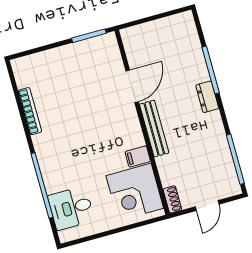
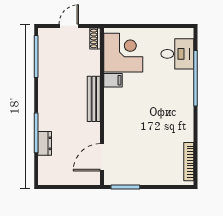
door: (132, 86) -> (102, 157), moved
dresser: (207, 97) -> (45, 143), moved
bookcase: (30, 111) -> (189, 162), moved

